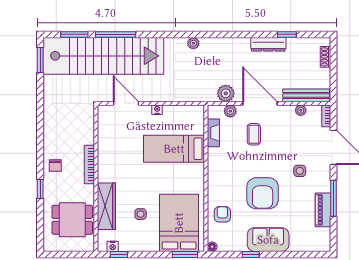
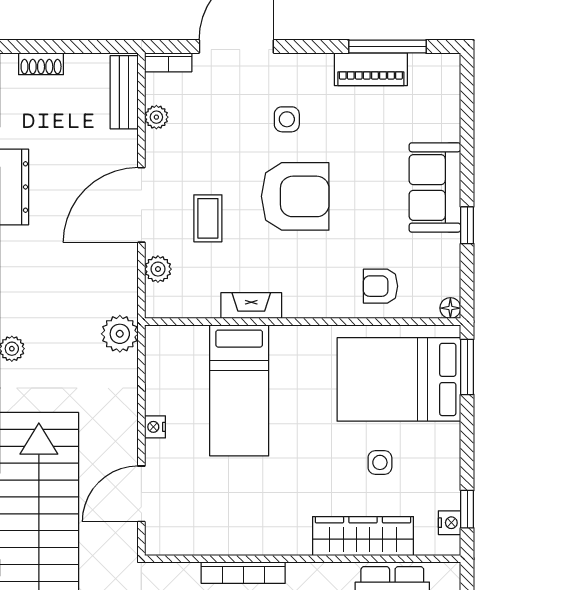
plant: (226, 93) -> (120, 334), moved
bench: (306, 95) -> (124, 92), width x0.73
fireplace: (213, 133) -> (251, 305), moved
coffee table: (254, 134) -> (208, 218), turned 90
bookcase: (89, 165) -> (243, 573), moved
armchair: (263, 193) -> (295, 196), moved
window: (333, 198) -> (387, 47), moved

